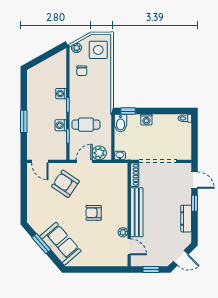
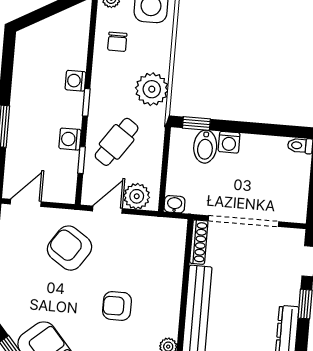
plant: (102, 95) -> (152, 89), added
bidet: (121, 123) -> (205, 147), moved
cafe table: (86, 125) -> (117, 142), turned -55
door: (40, 161) -> (26, 203), swing flipped

